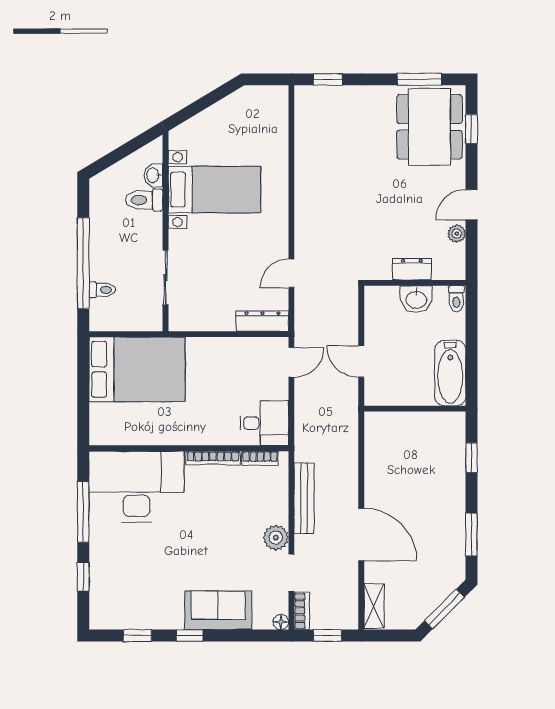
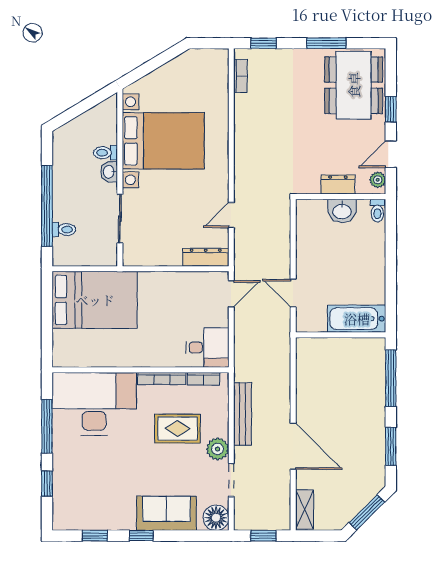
window: (420, 79) -> (326, 43), moved
window: (471, 129) -> (391, 109), moved
washbasin: (153, 175) -> (109, 172), moved
bed with nightstands: (214, 190) -> (163, 141), width x1.36
toilet: (144, 200) -> (105, 153), width x0.73, depth x0.72
dresser: (412, 269) -> (338, 185), moved
wall: (415, 283) -> (341, 197), moved
washbasin: (416, 299) -> (342, 211), moved
toilet: (456, 299) -> (377, 211), moved
bathtub: (450, 373) -> (357, 319), moved, turned 90
window: (471, 458) -> (391, 378), width x2.17
rug: (231, 515) -> (178, 429), added
bookcase: (302, 611) -> (240, 76), moved
floor lamp: (281, 622) -> (216, 518), width x1.89, depth x1.89

